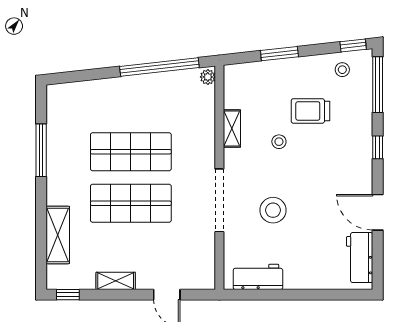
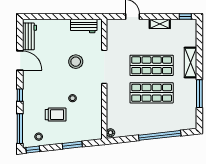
window: (159, 67) -> (160, 135), moved
shelving: (232, 128) -> (98, 105), removed
shelving: (58, 235) -> (191, 63), moved

